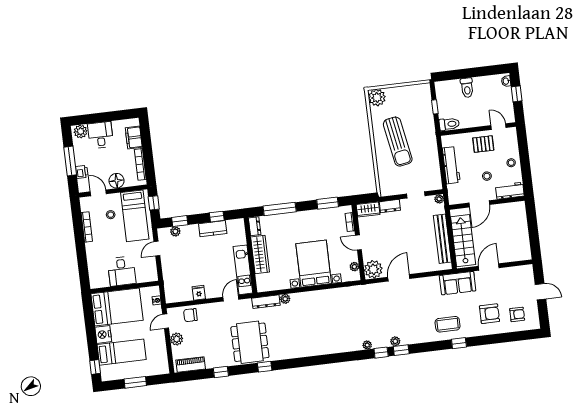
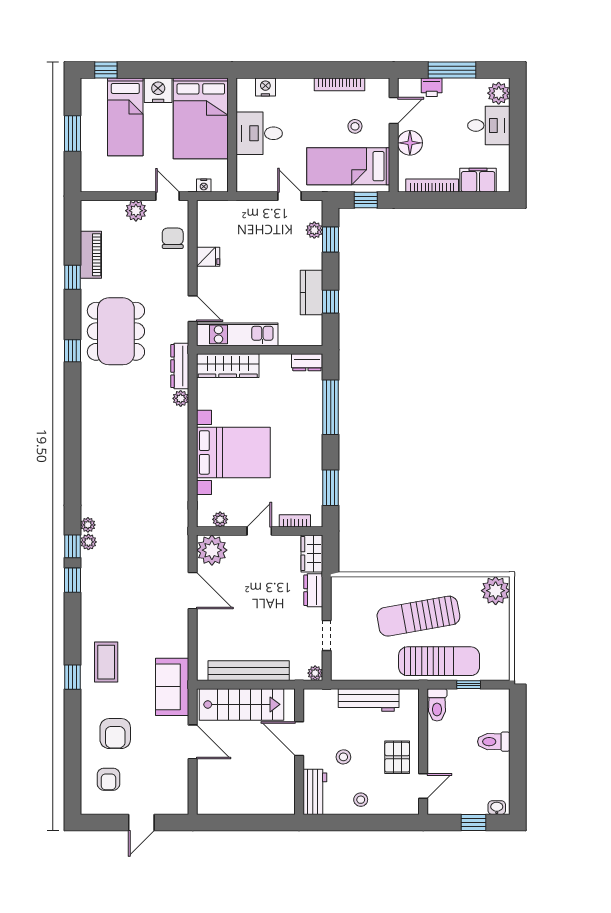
sun lounger: (423, 126) -> (439, 661), added
wardrobe: (260, 255) -> (228, 366), moved
nightstand: (94, 271) -> (265, 87), added
plant: (395, 341) -> (88, 542), moved
dining table: (250, 342) -> (116, 331), turned 90
piano: (191, 365) -> (91, 255), moved

